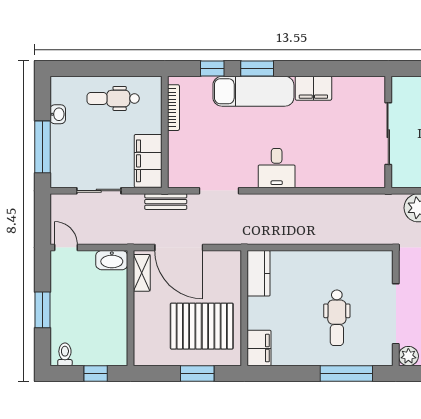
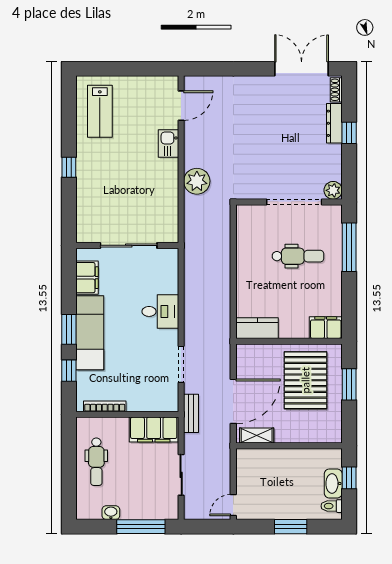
wall: (388, 132) -> (127, 245), moved
sliding door: (388, 134) -> (129, 245), moved
washbasin: (112, 260) -> (333, 483), moved, turned 180

